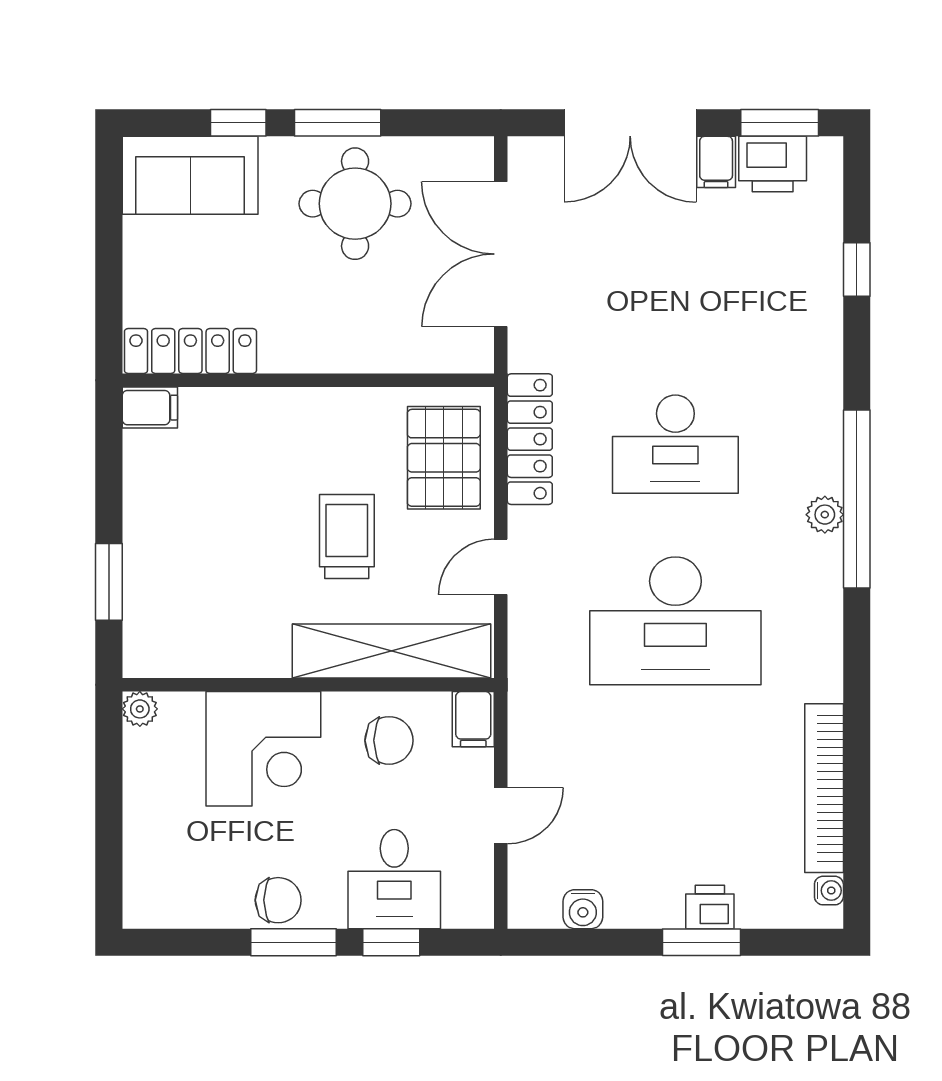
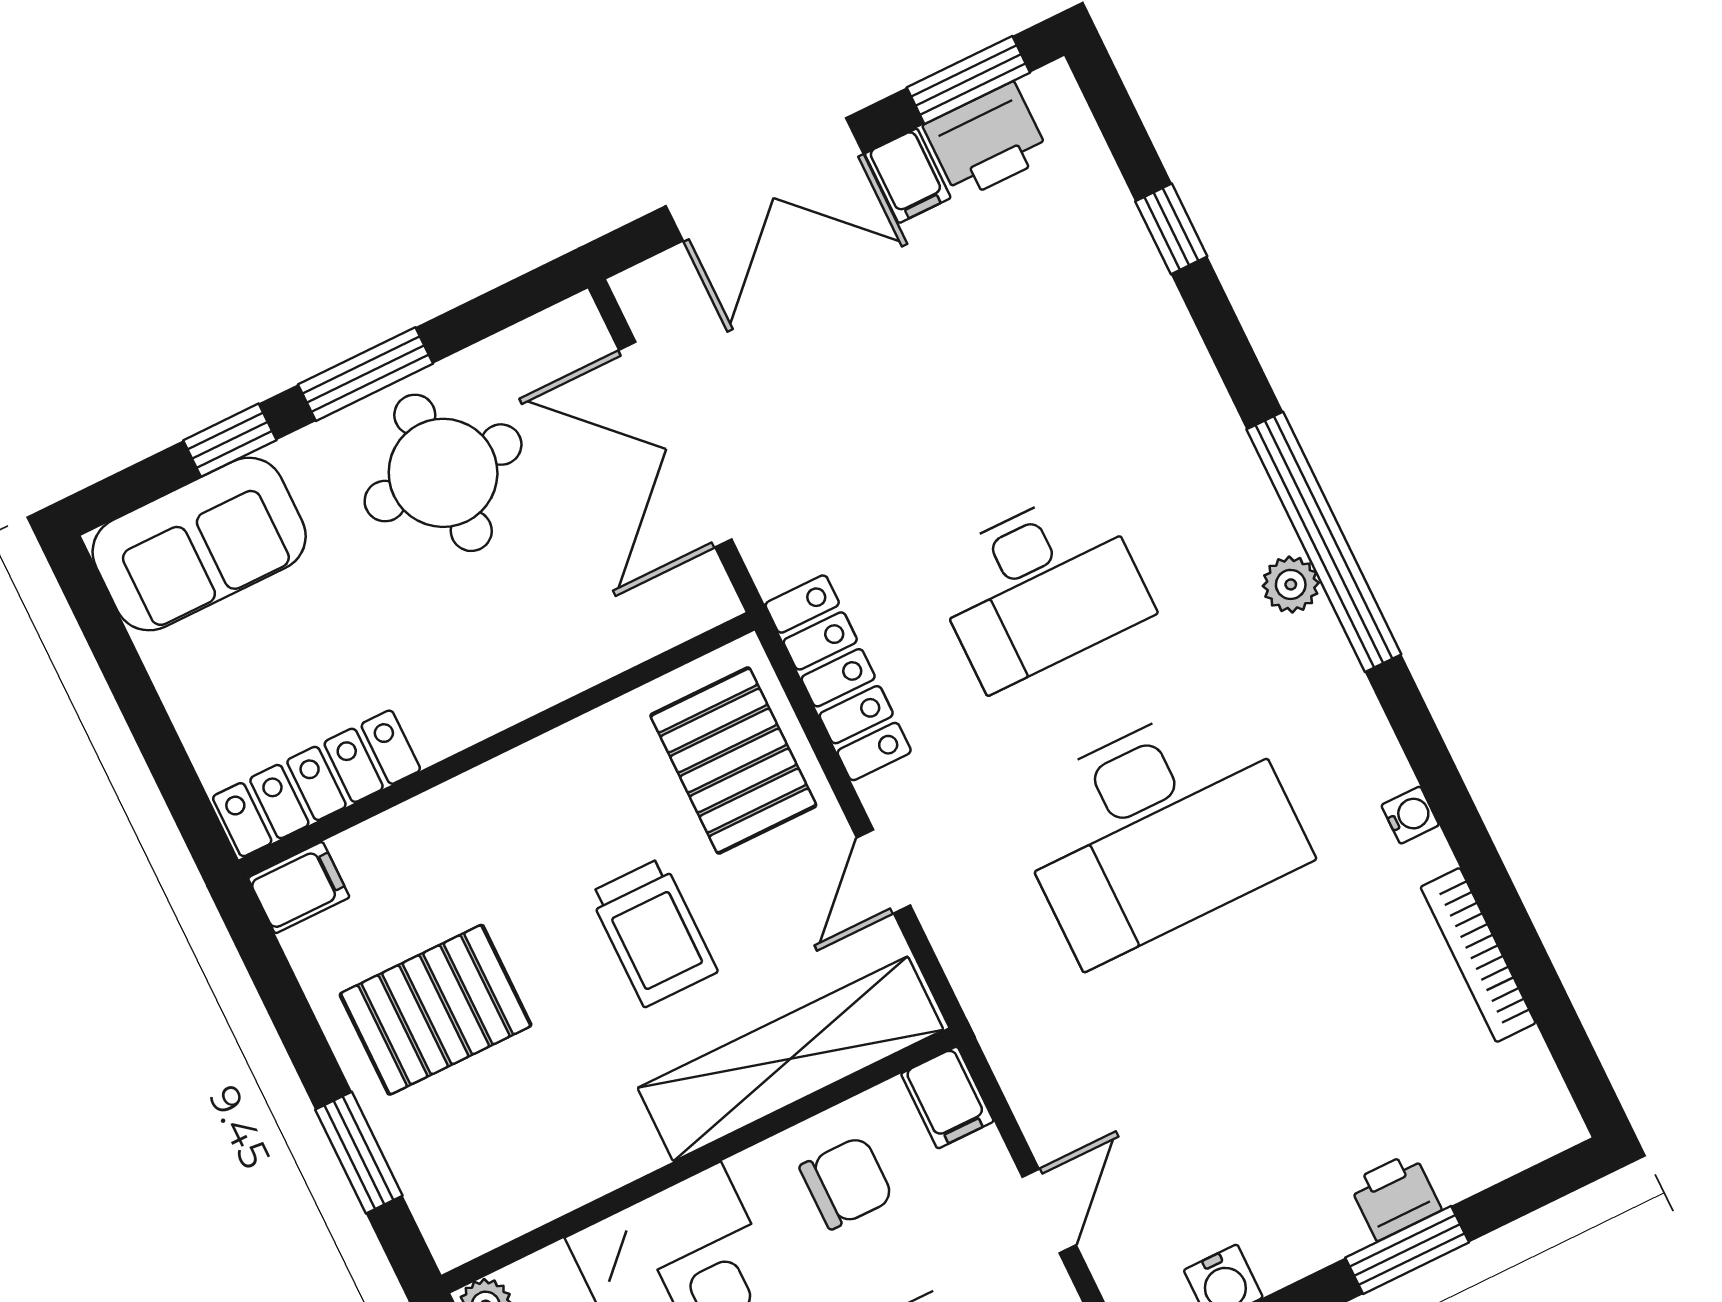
pallet: (196, 519) -> (436, 1010), added
trolley: (347, 537) -> (653, 932), turned 180
bookcase: (824, 788) -> (1478, 955), width x0.68, depth x0.76
water cooler: (829, 891) -> (1410, 815), moved

